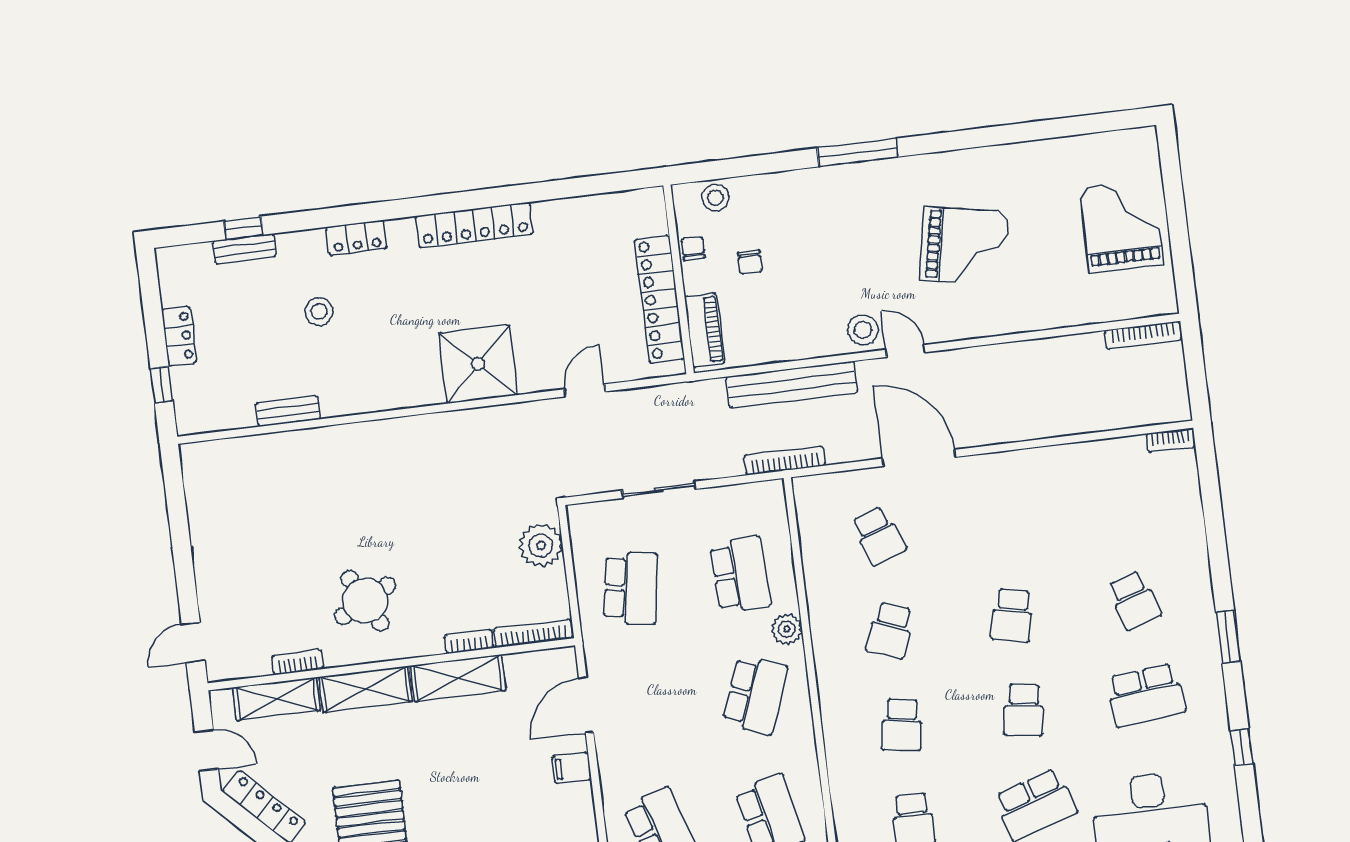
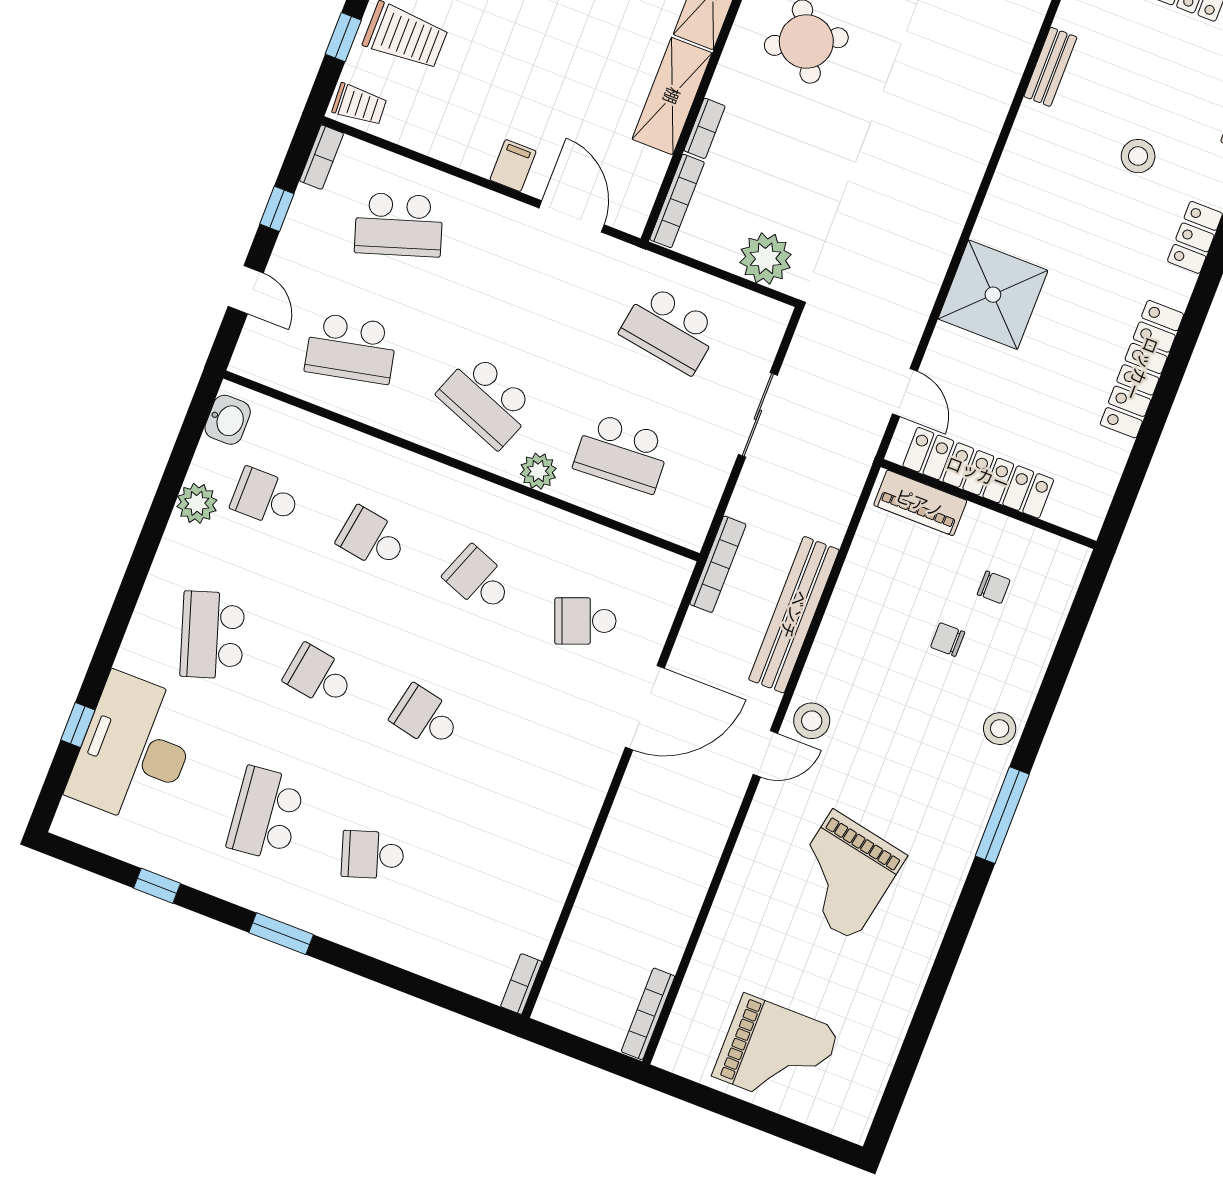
stool: (715, 198) -> (1000, 729), moved
wall: (678, 279) -> (989, 504), moved
locker: (660, 299) -> (978, 473), moved
piano: (704, 330) -> (920, 503), moved

